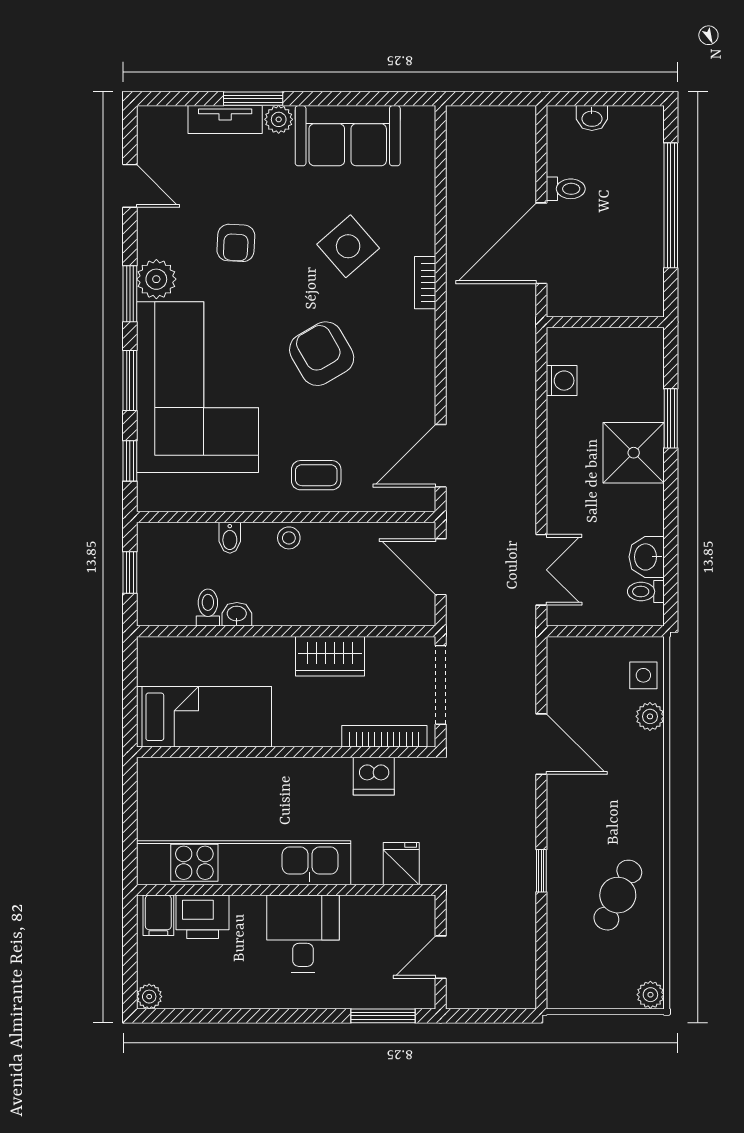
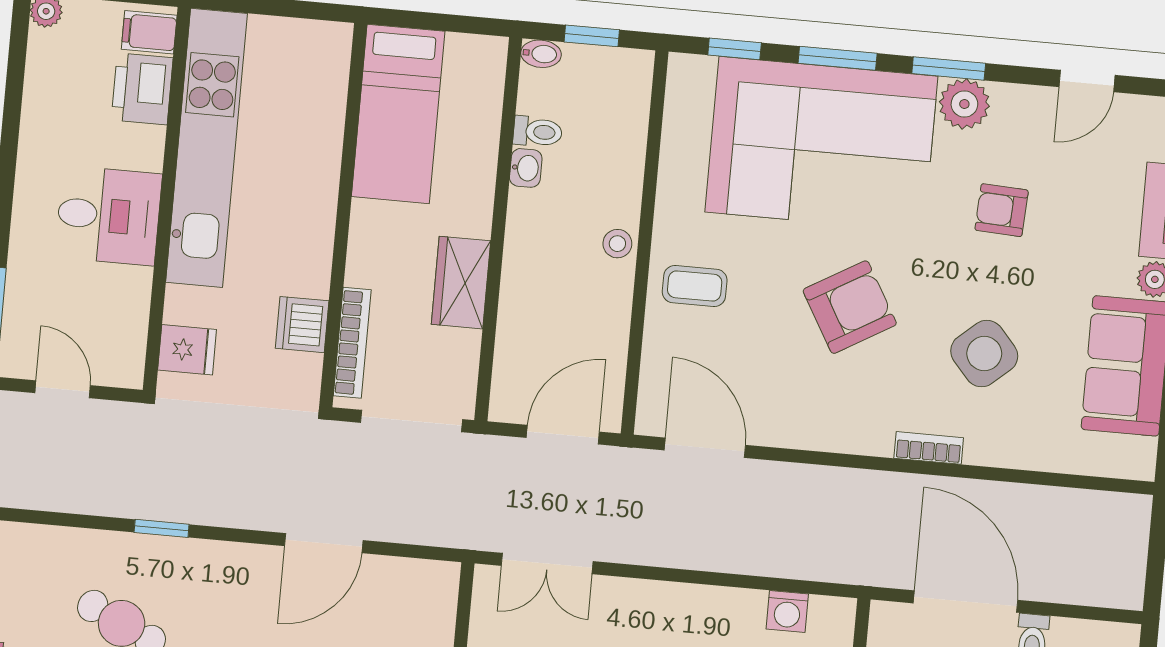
coffee table: (316, 475) -> (695, 286), turned 90
bidet: (230, 538) -> (541, 54), moved, turned 180

